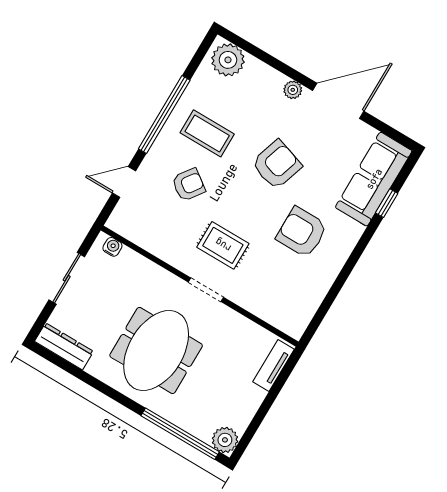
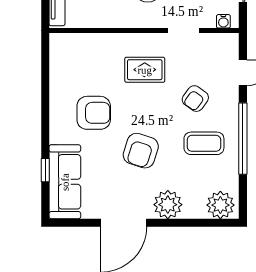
plant: (293, 90) -> (168, 205), width x1.88, depth x1.88
doorway: (206, 290) -> (183, 31), moved

